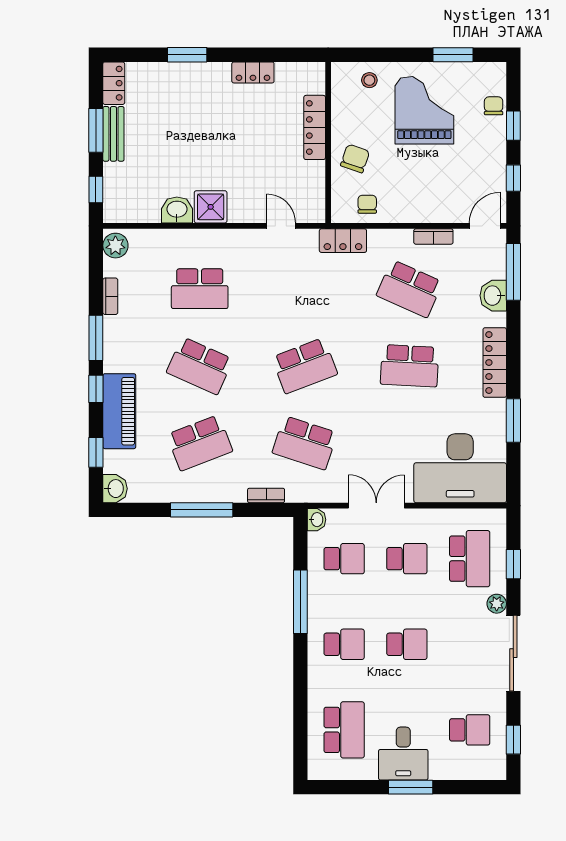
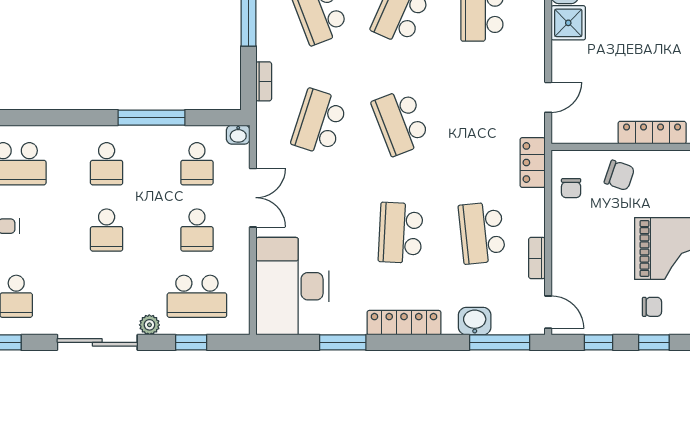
chair: (494, 106) -> (652, 307), moved
chair: (367, 204) -> (571, 188), turned 90
school desk: (410, 289) -> (482, 233), turned -30

